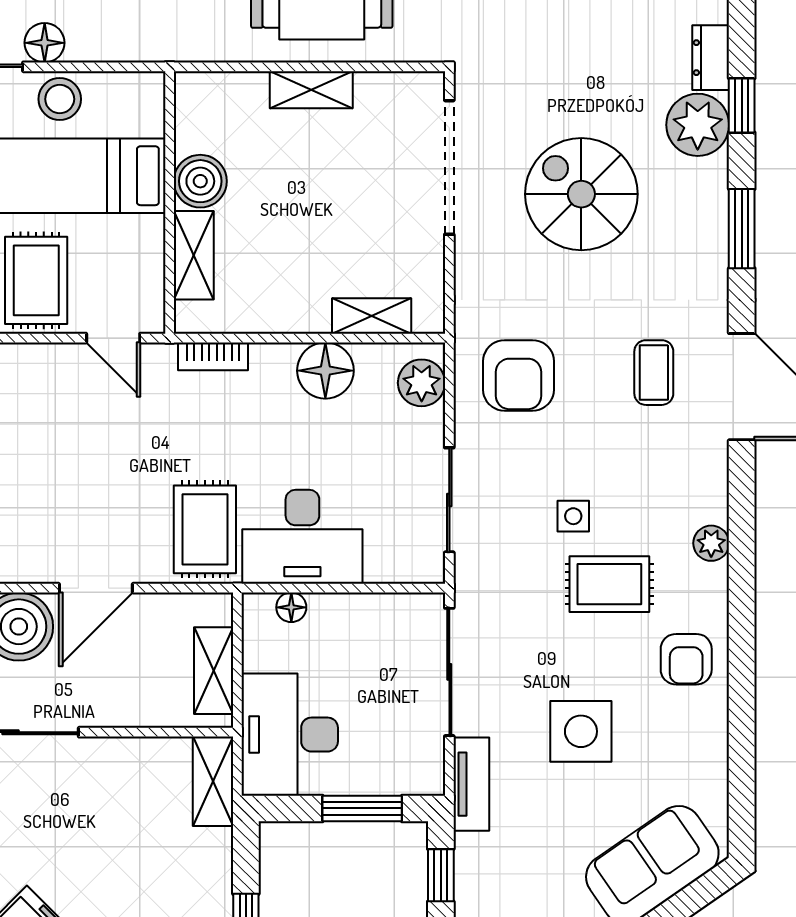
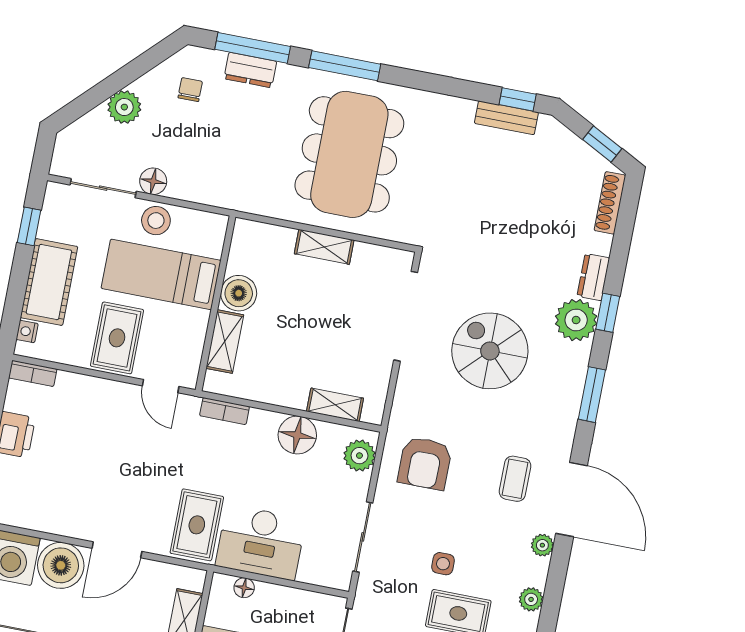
plant: (712, 461) -> (542, 545), added

